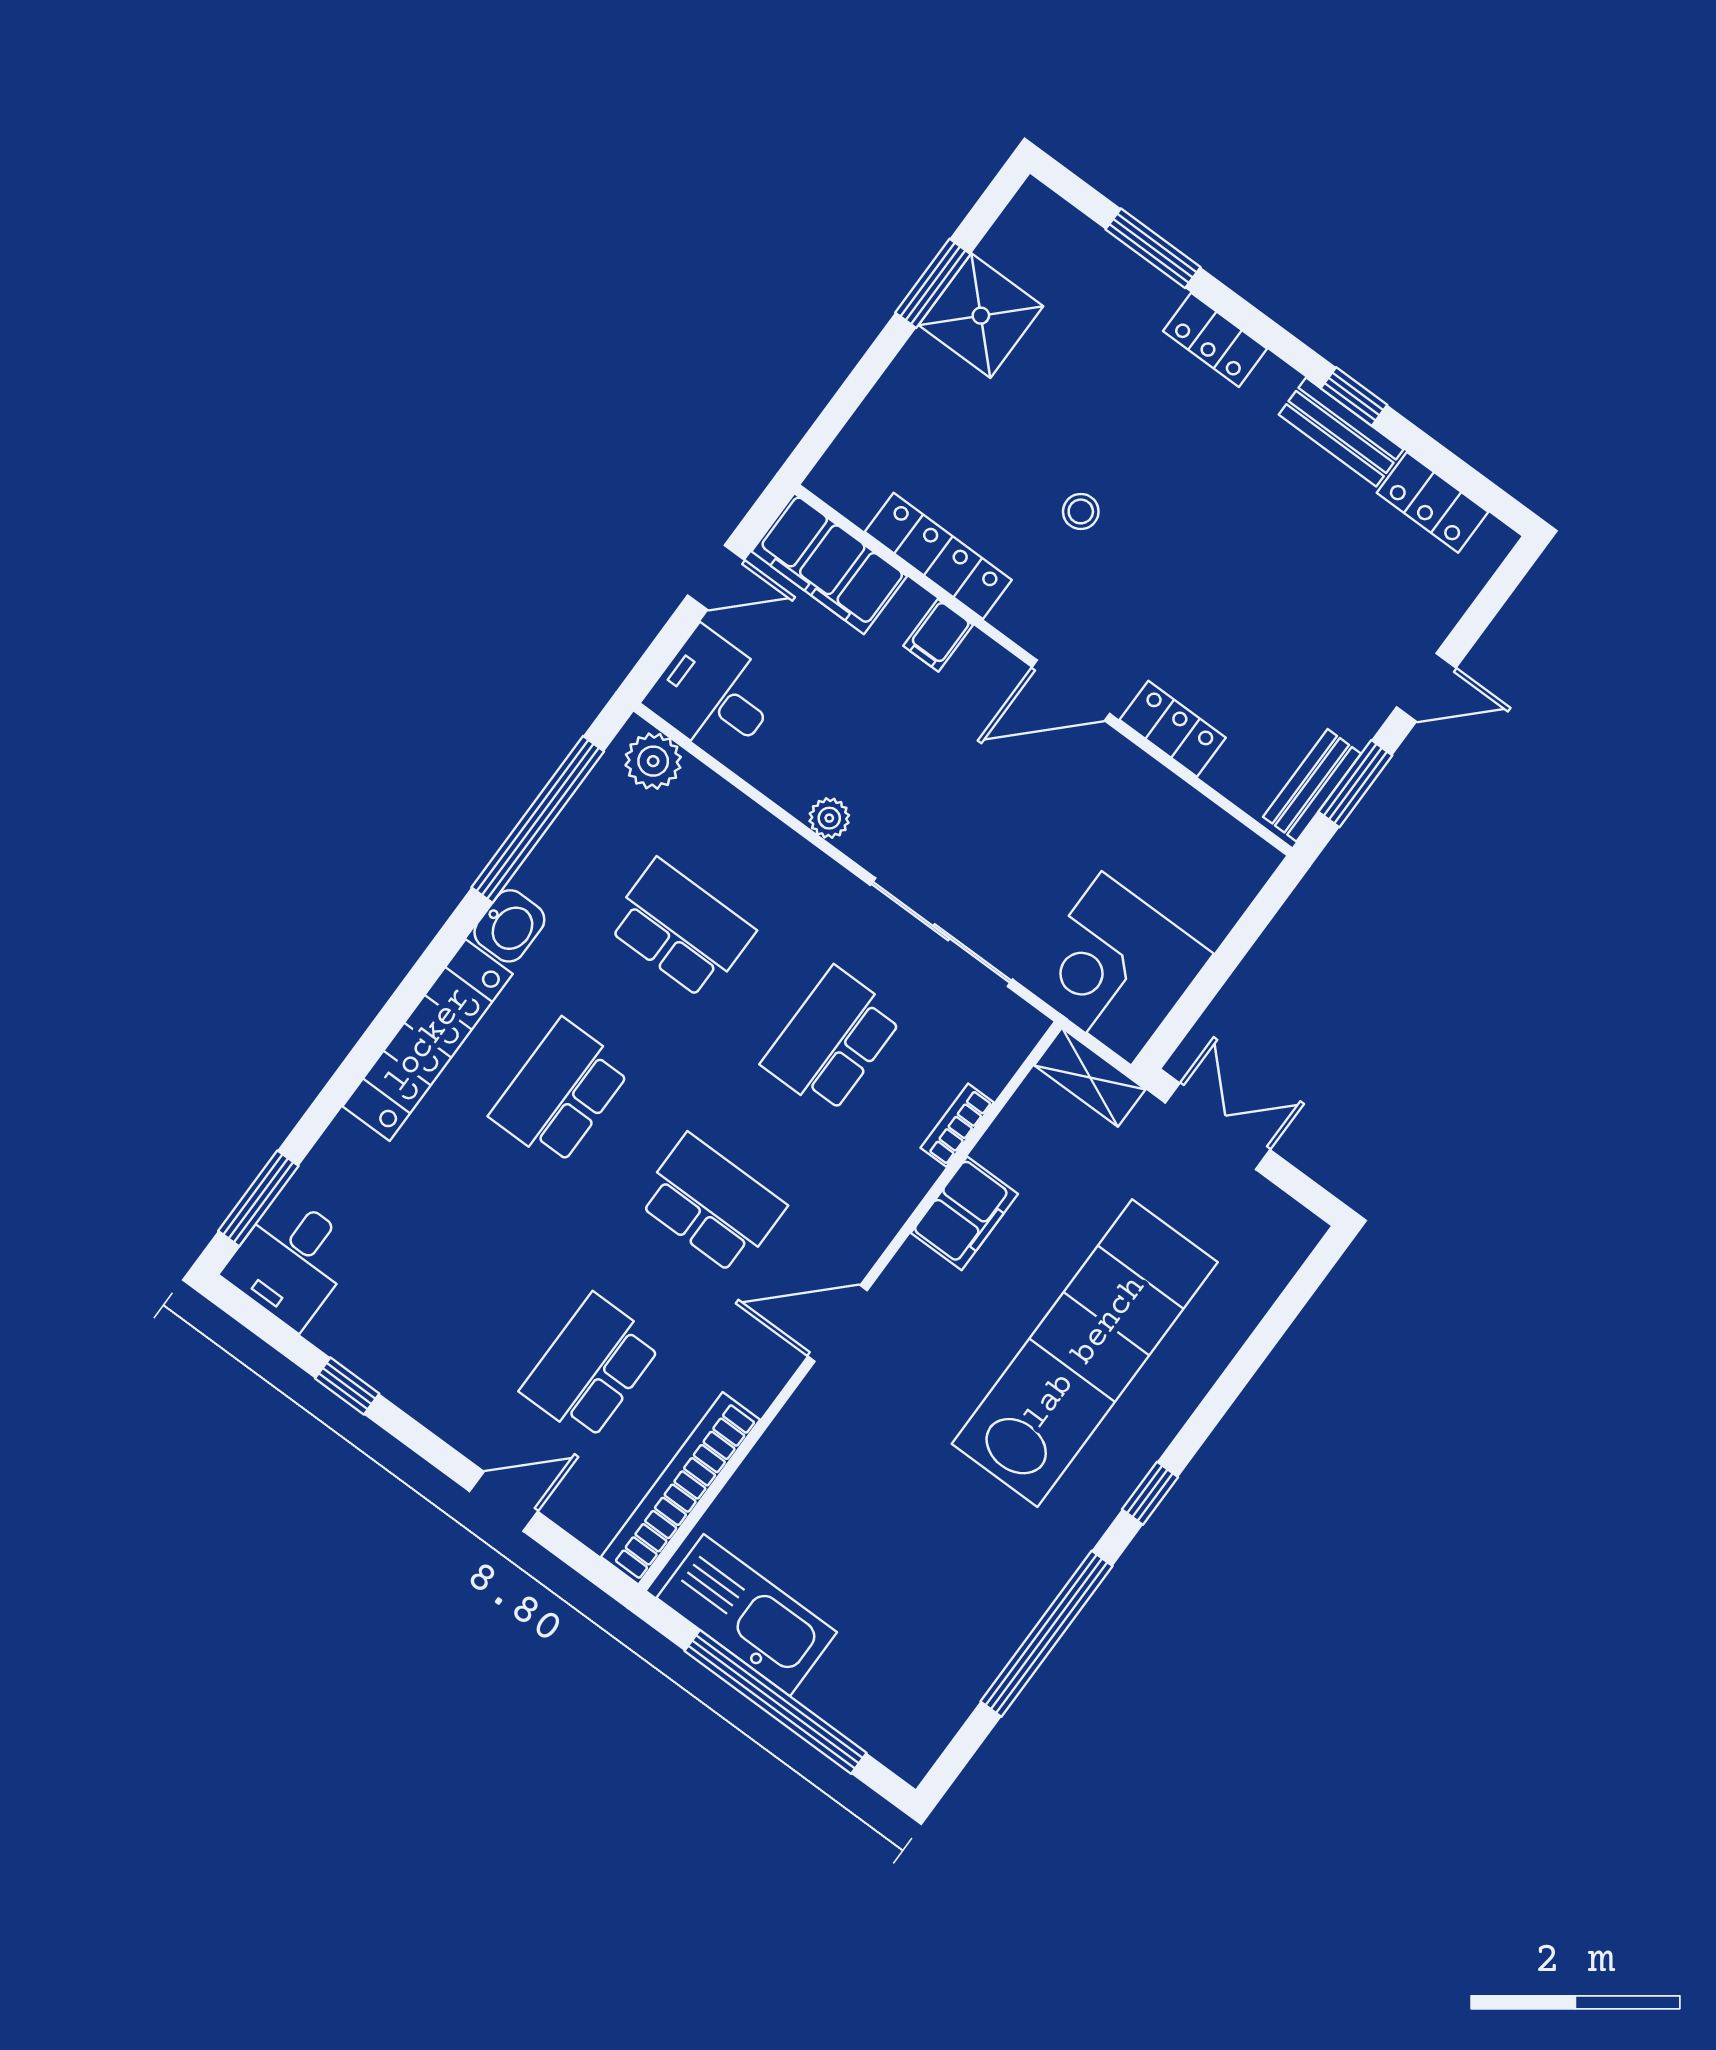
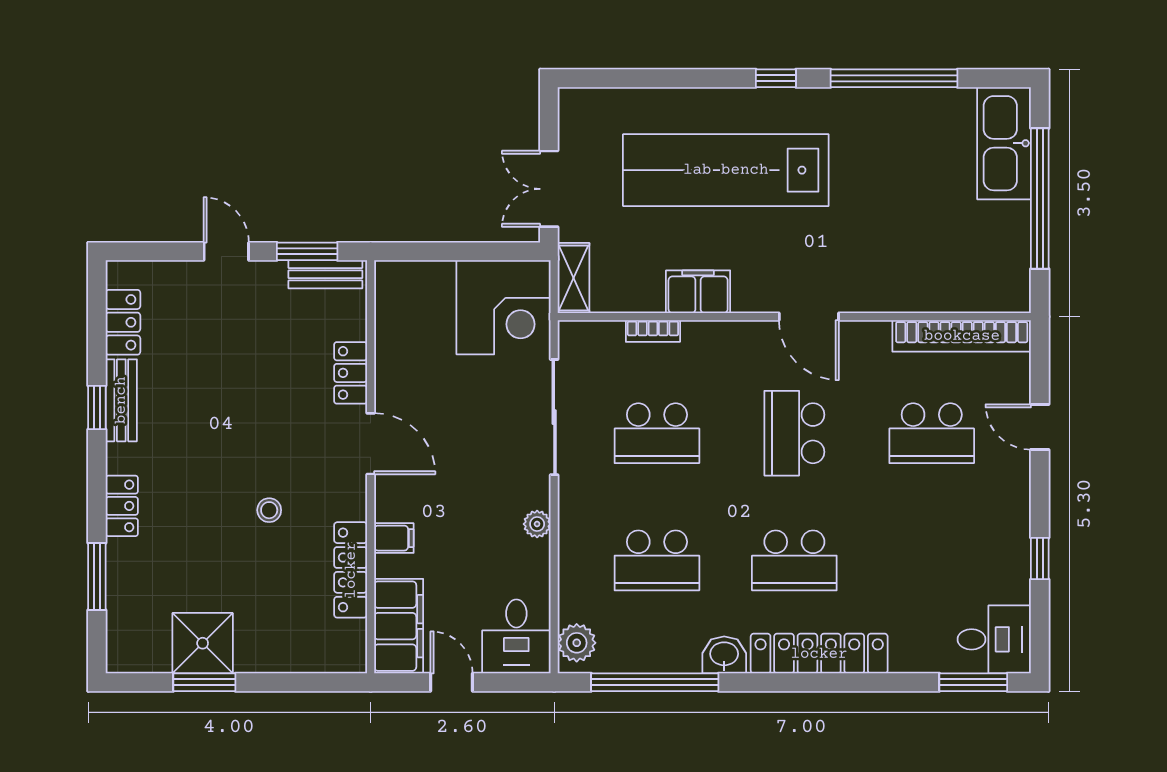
school desk: (681, 929) -> (657, 560), turned -90
kitchen sink: (747, 1615) -> (1004, 143), moved

